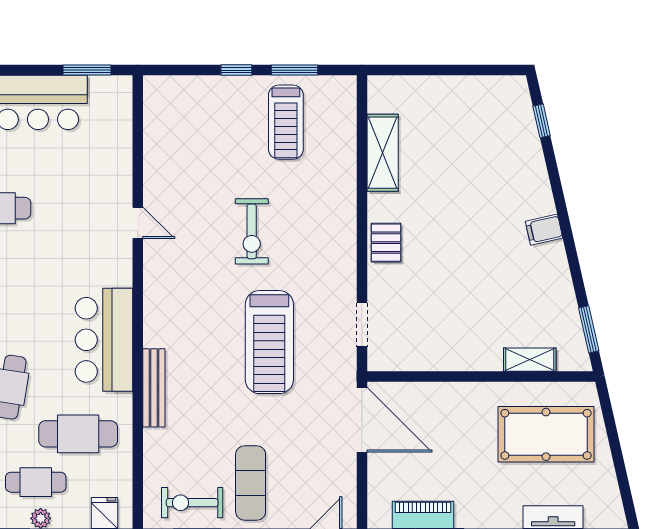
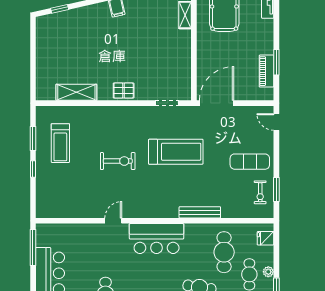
window: (87, 70) -> (33, 247), width x1.44
treadmill: (286, 122) -> (60, 143), turned 90
bar counter: (104, 340) -> (157, 239), moved
exercise bike: (192, 503) -> (260, 192), width x0.73, depth x0.72

